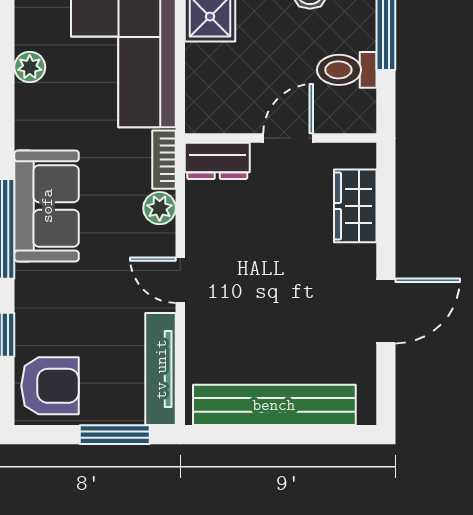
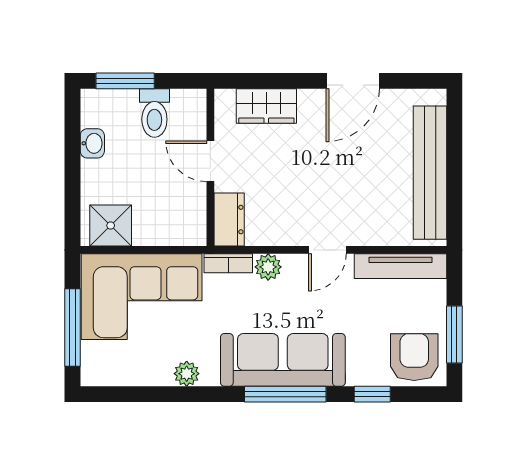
plant: (30, 67) -> (187, 374), moved
sofa: (47, 206) -> (283, 360), width x1.36
door: (386, 311) -> (353, 81), swing flipped
window: (115, 435) -> (454, 335), moved

